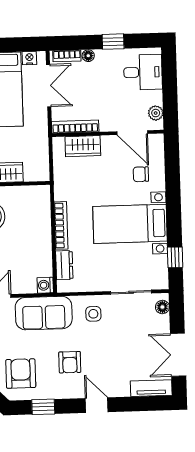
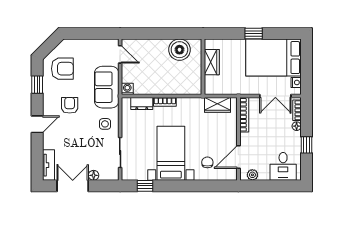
wardrobe: (83, 146) -> (218, 105), moved, turned -90
bookcase: (61, 225) -> (165, 102), width x0.64
floor lamp: (162, 307) -> (94, 175), moved
armchair: (70, 362) -> (70, 105), turned 90

